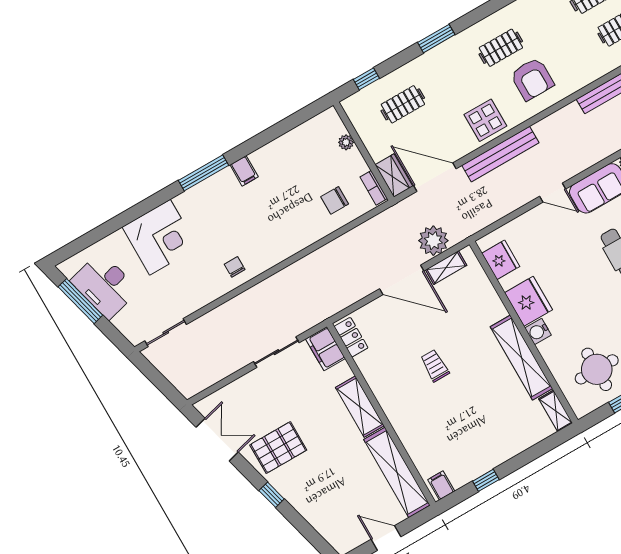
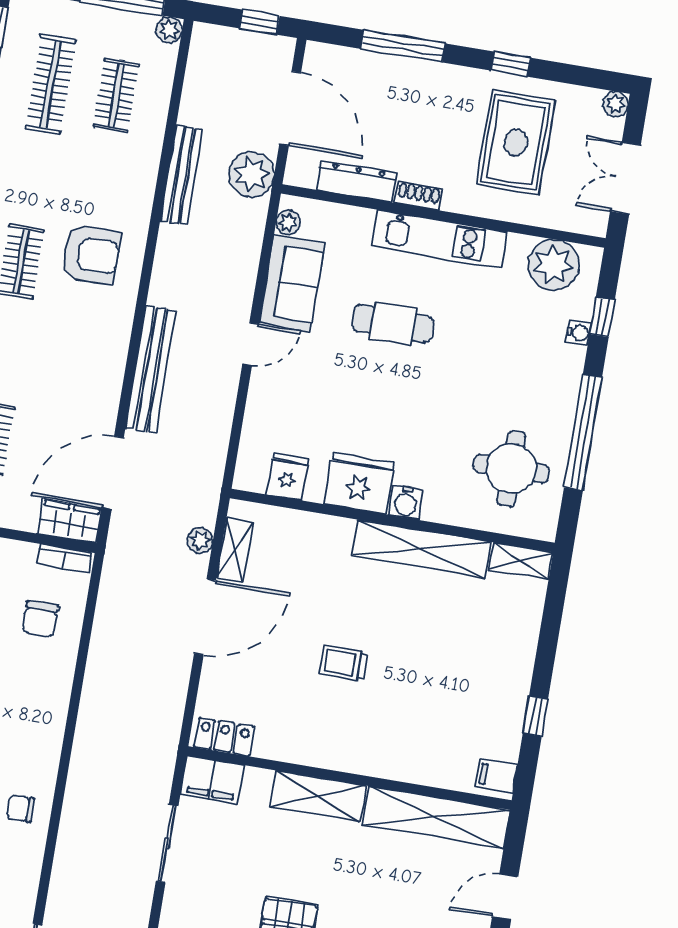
display table: (485, 120) -> (94, 354), removed
plant: (433, 241) -> (200, 540), width x0.53, depth x0.53
fridge: (501, 260) -> (287, 477), width x0.72

